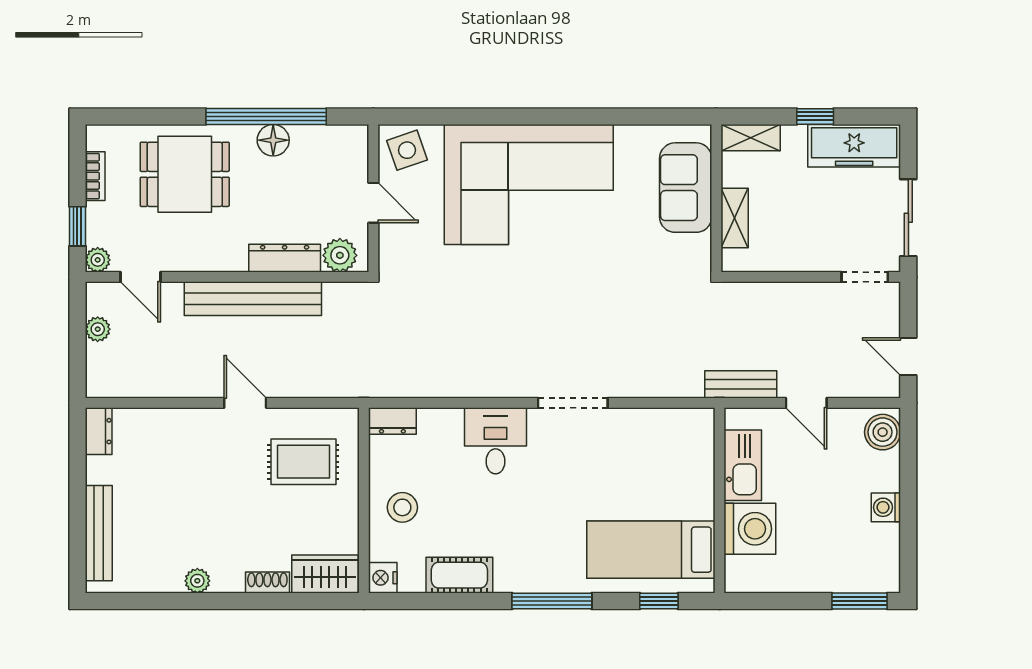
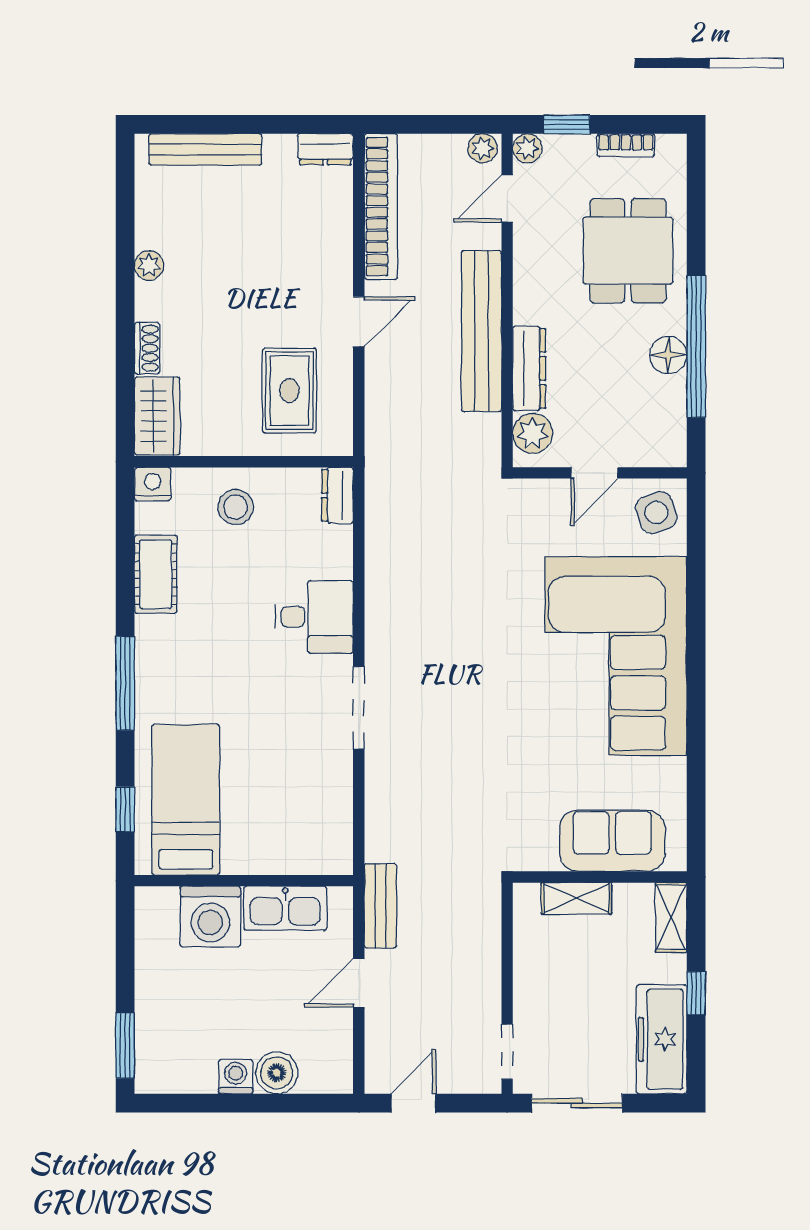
plant: (98, 329) -> (483, 148), moved
bookcase: (147, 384) -> (381, 207), added
boiler: (883, 432) -> (277, 1073), moved

